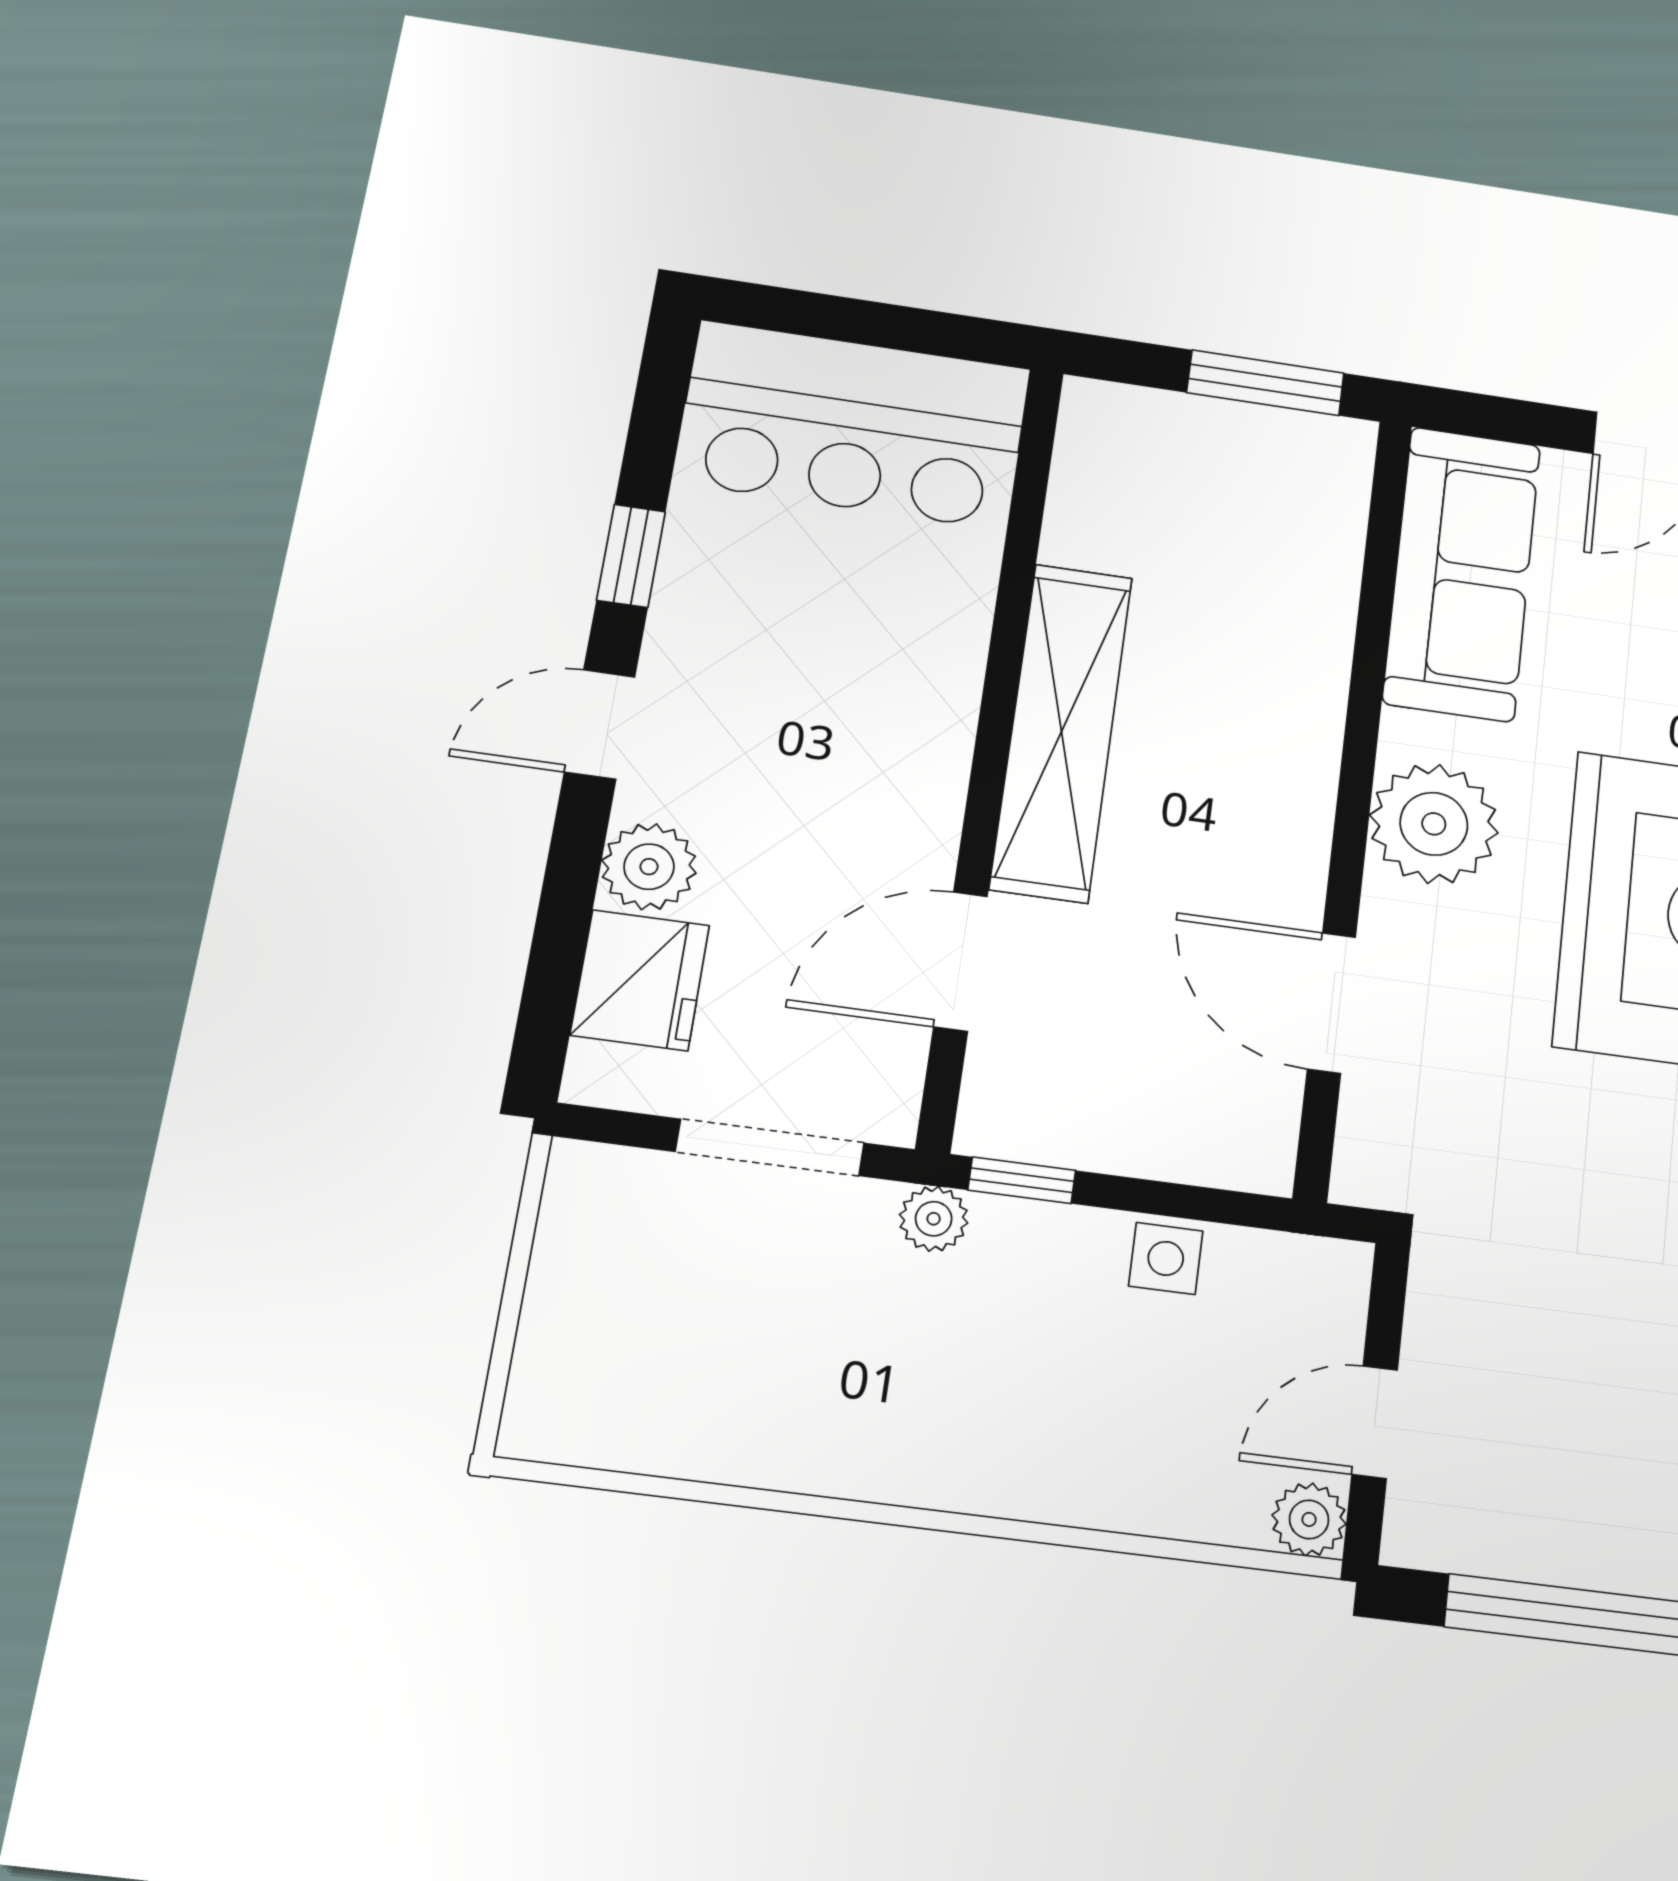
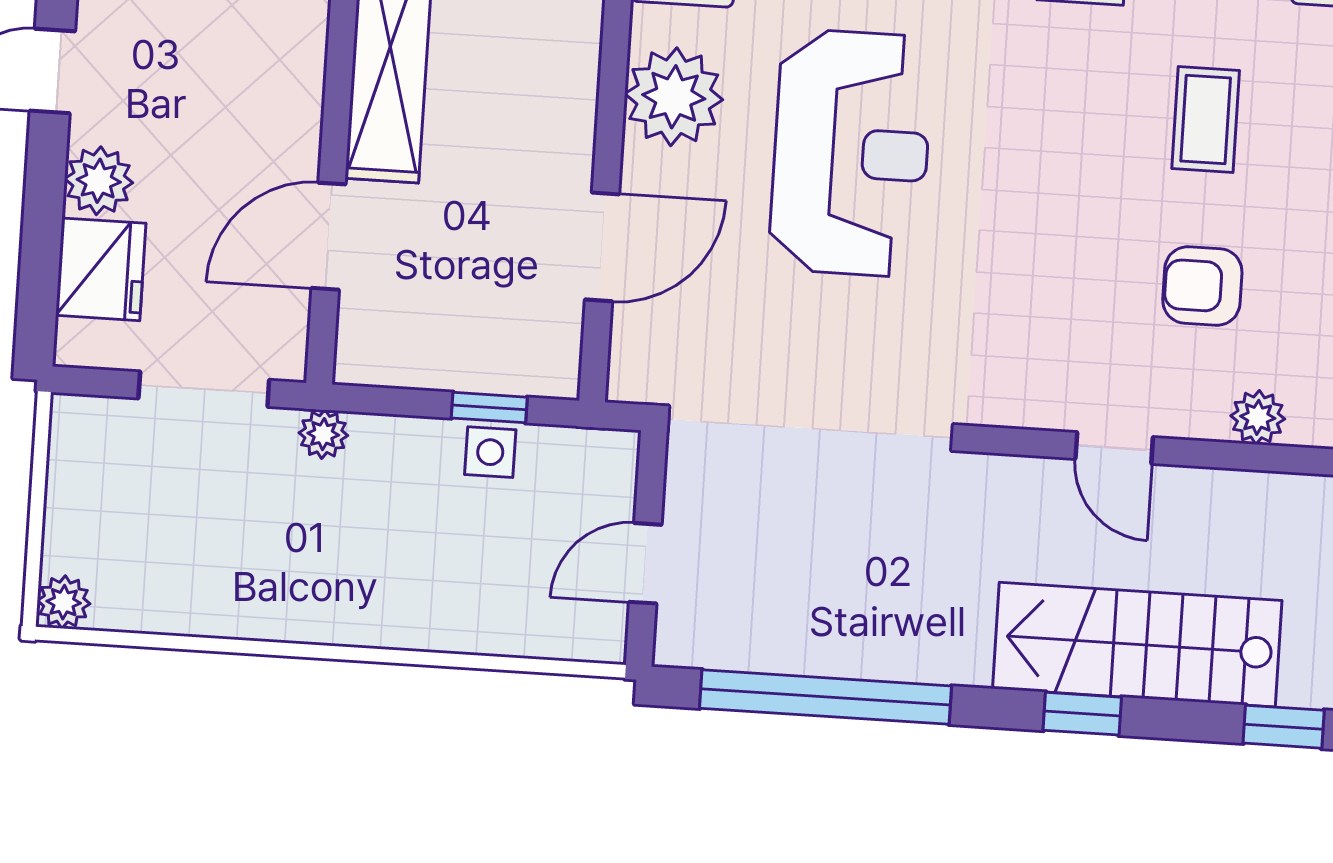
door: (1332, 1003) -> (602, 247), swing flipped
window: (1022, 1180) -> (489, 408), moved
plant: (1309, 1519) -> (64, 602), moved

